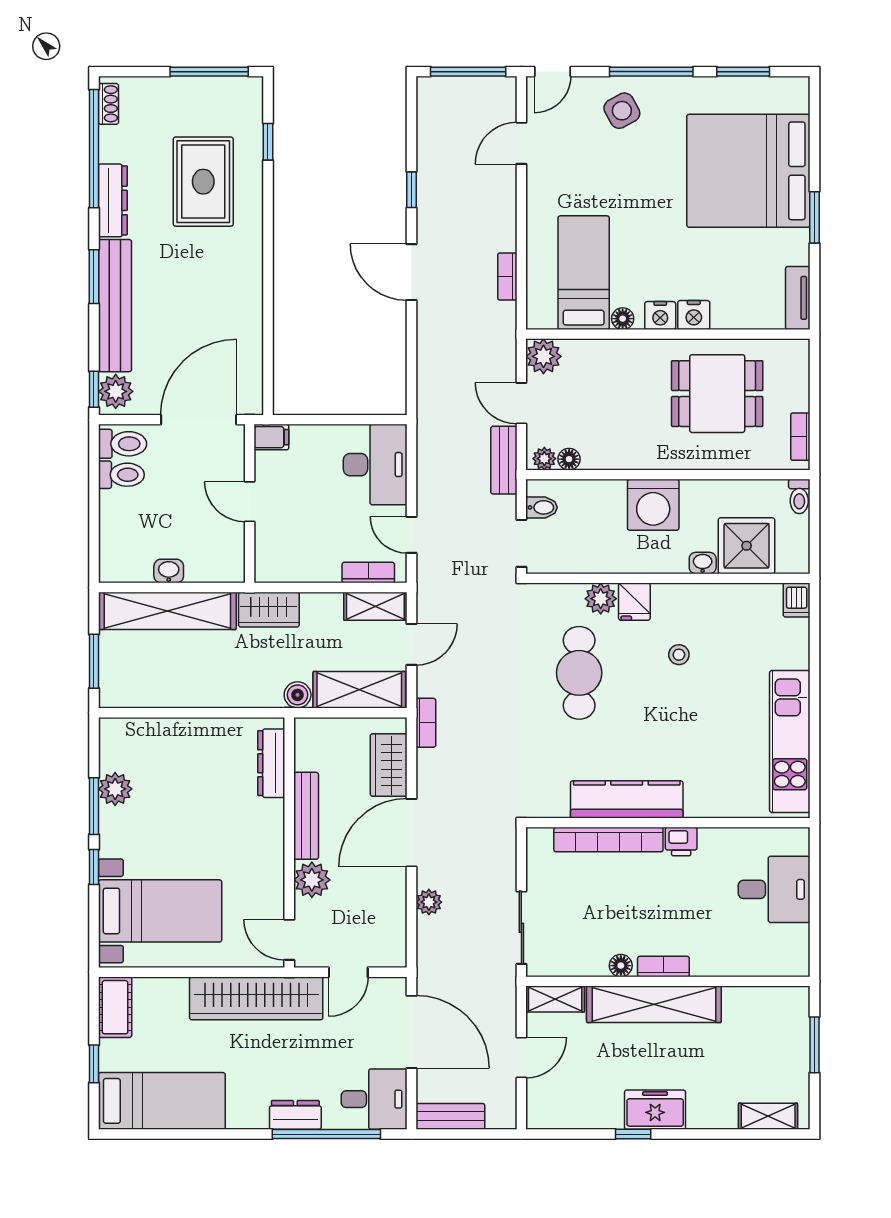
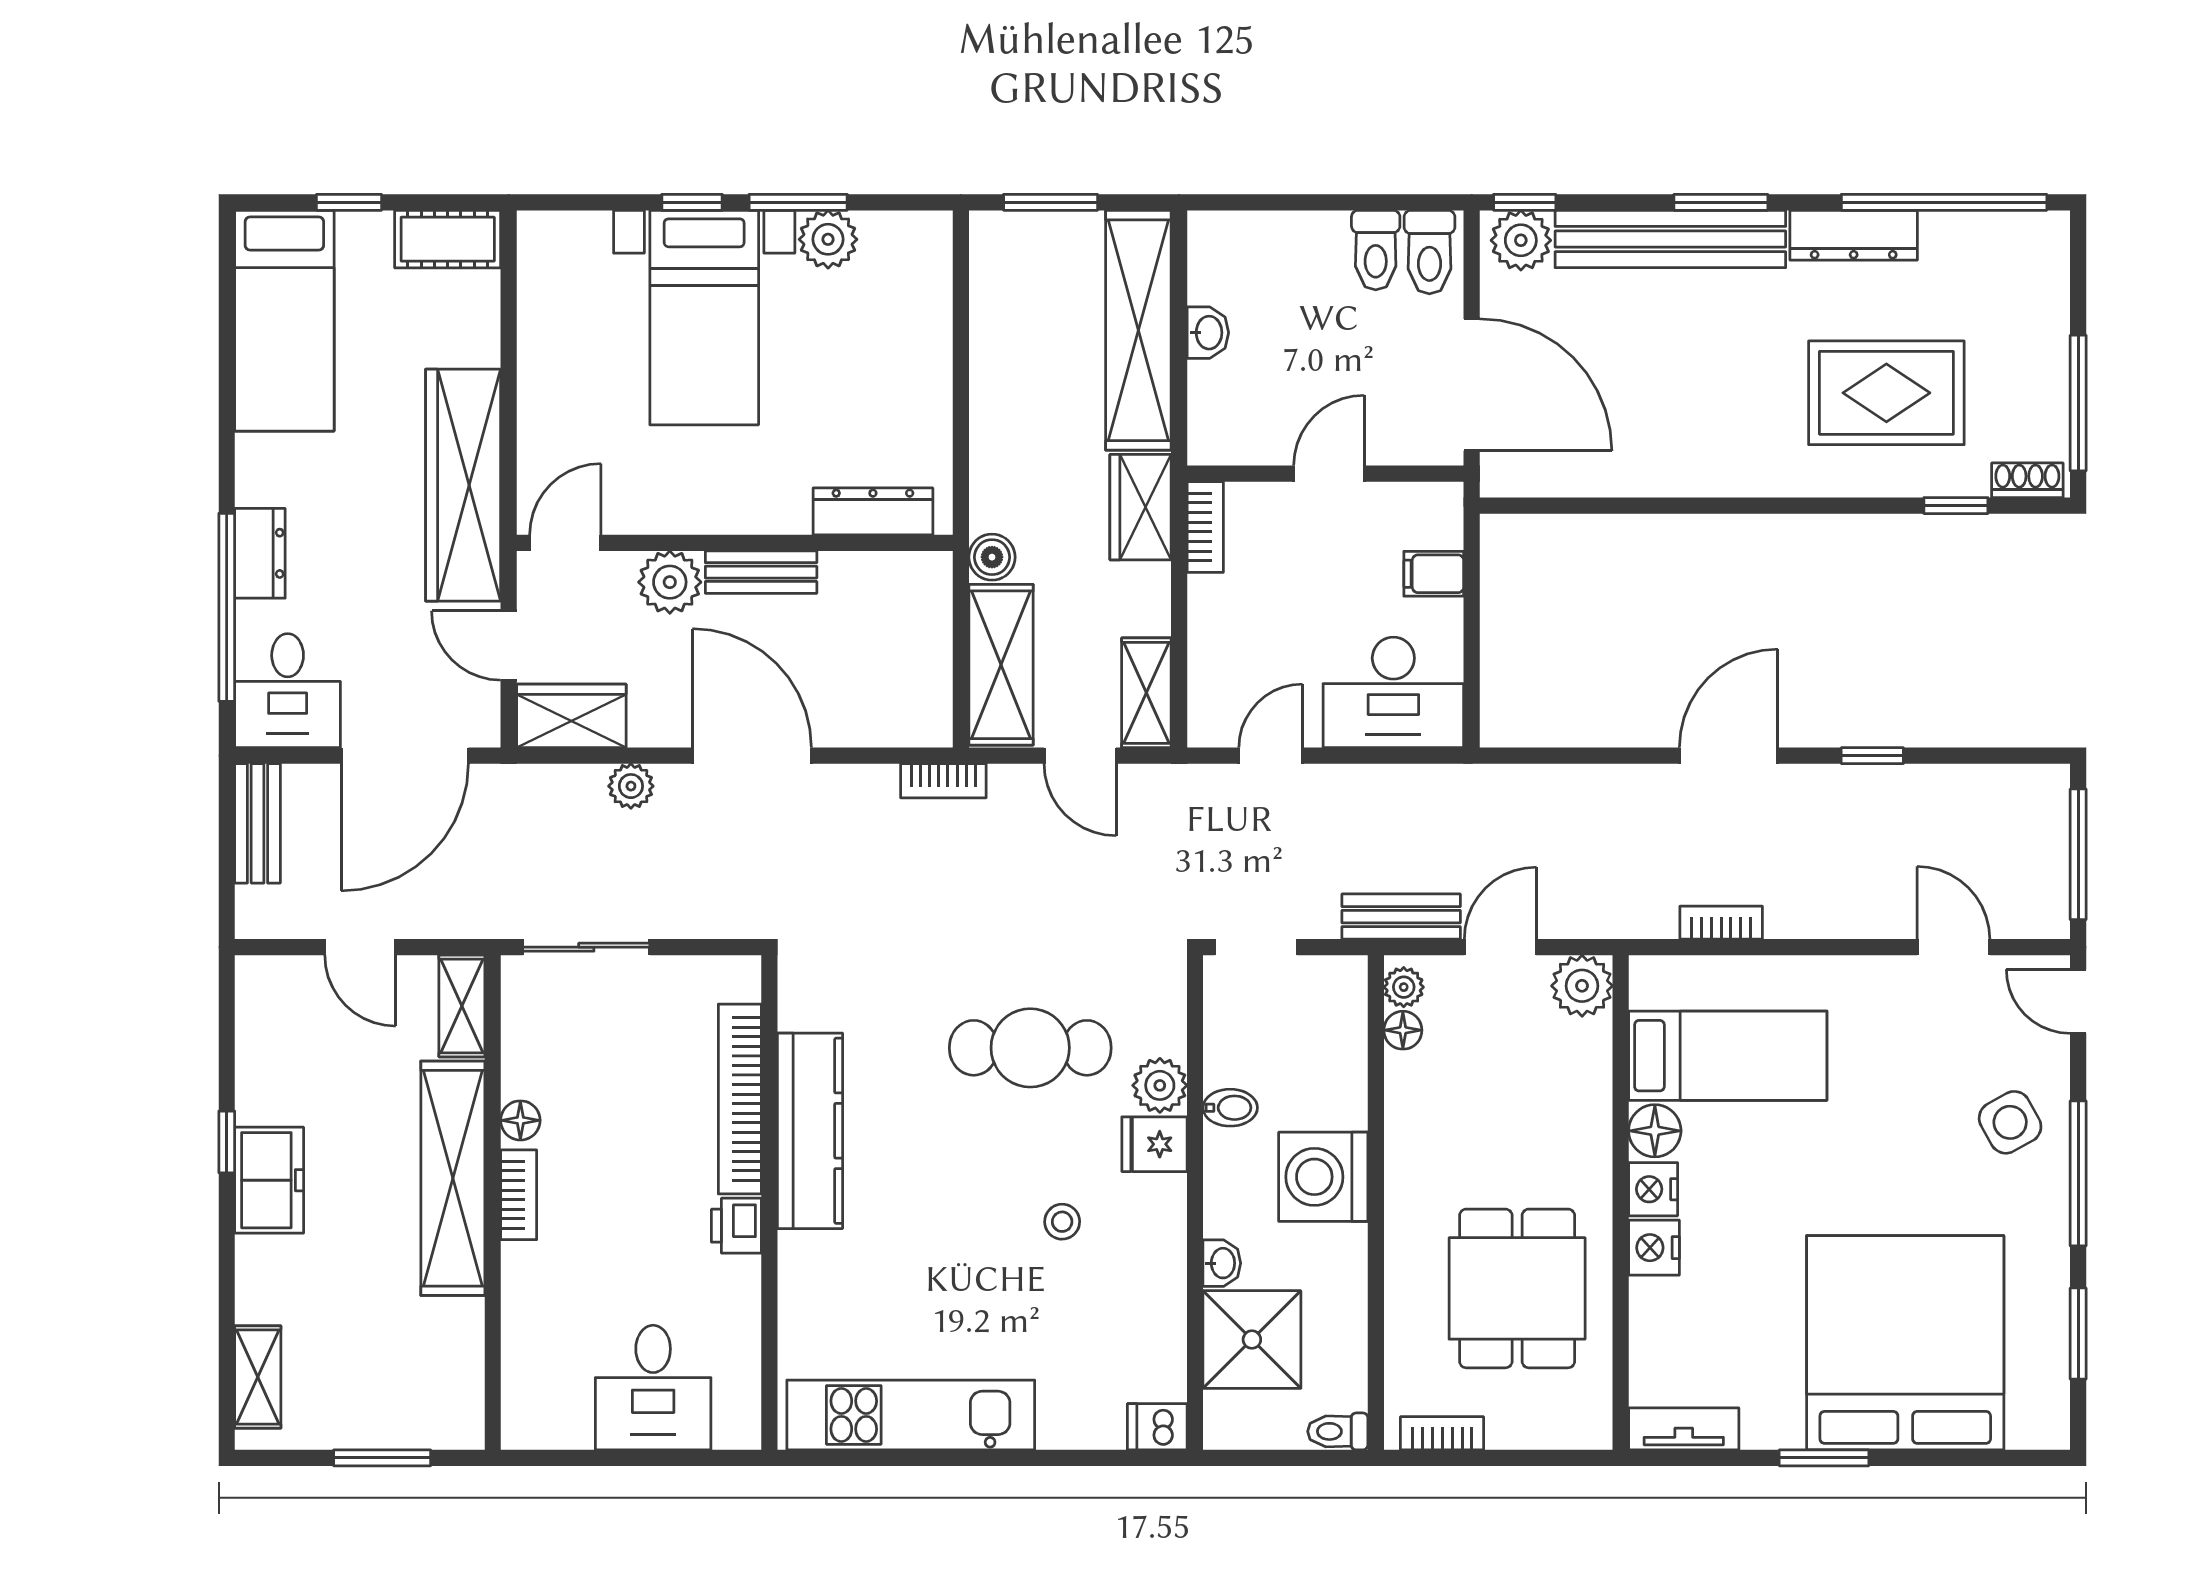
shoe rack: (108, 104) -> (2027, 480), moved, turned 180
floor lamp: (623, 319) -> (1655, 1131), width x1.37, depth x1.37
filing cabinet: (271, 437) -> (1434, 574), moved, turned 90
bidet: (542, 507) -> (1230, 1108), moved, turned -90
bookcase: (368, 573) -> (1205, 527), moved
wardrobe: (389, 765) -> (571, 716), moved
bench: (306, 816) -> (761, 572), width x0.73
bed with nightstands: (160, 911) -> (704, 318), moved

